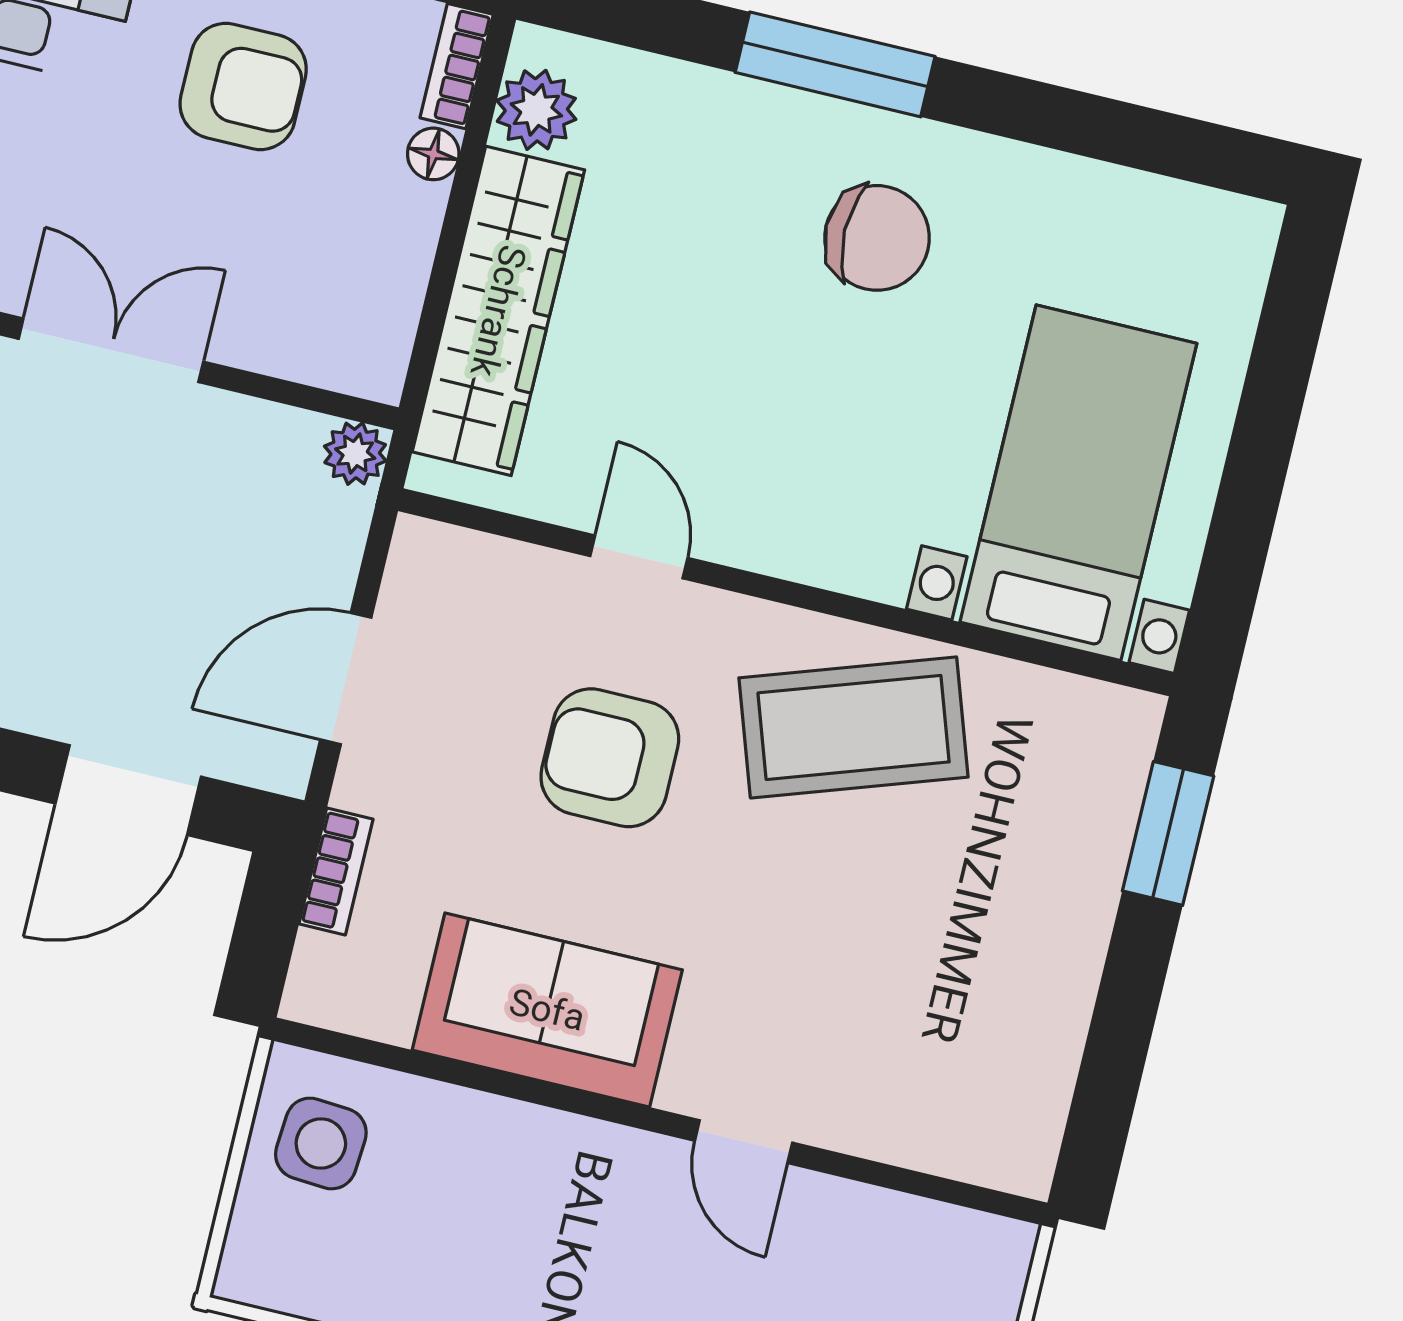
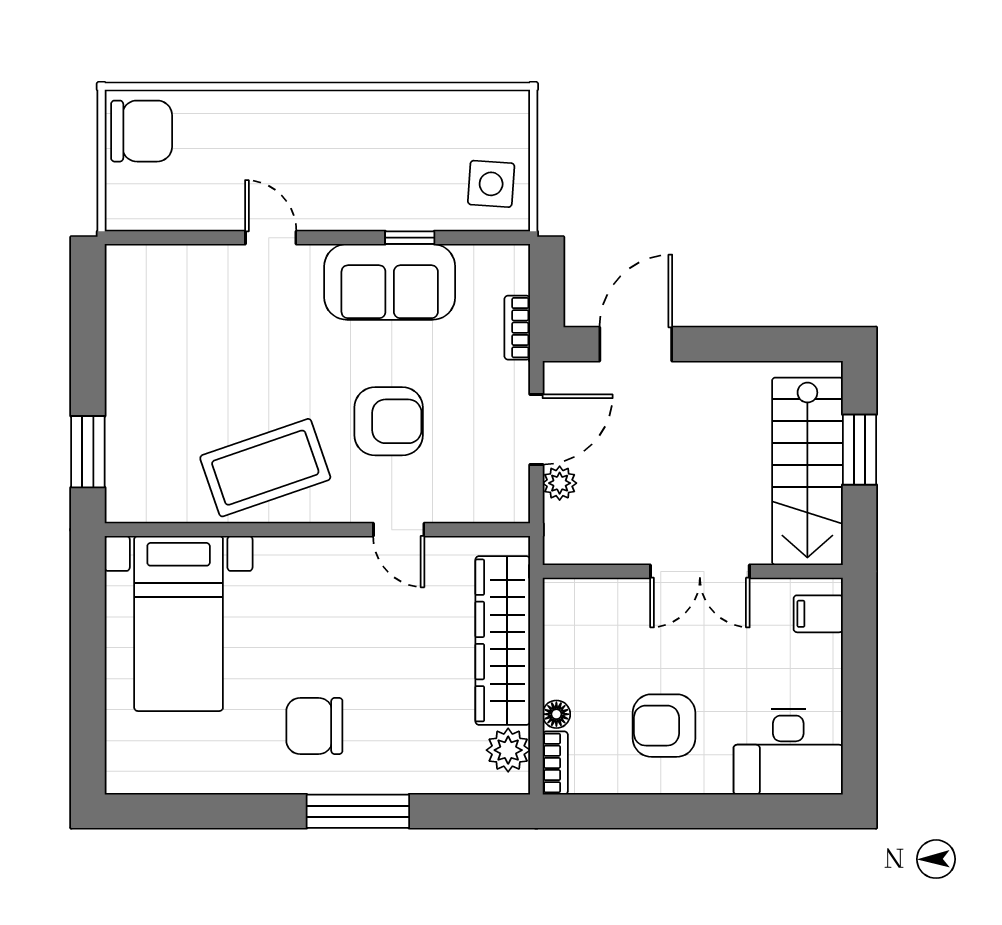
plant: (355, 454) -> (560, 483), moved
window: (492, 1081) -> (410, 238), added

